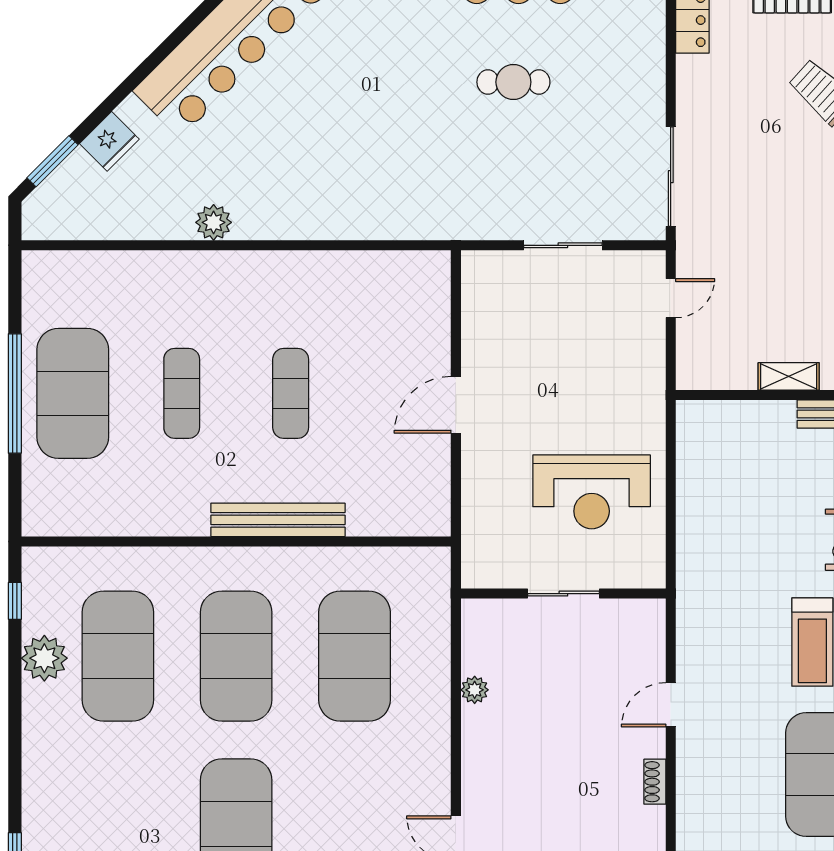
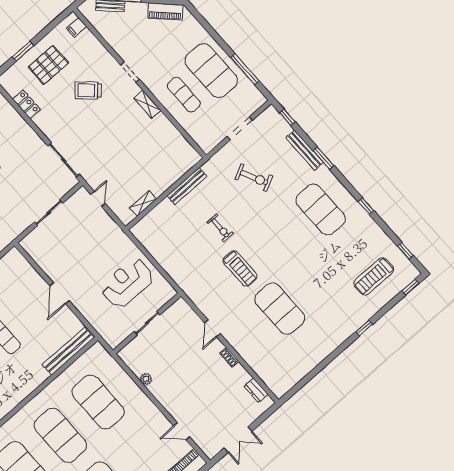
shelving: (789, 376) -> (143, 203), moved
reception desk: (592, 492) -> (127, 283), turned 180
bench: (278, 520) -> (68, 351), moved

